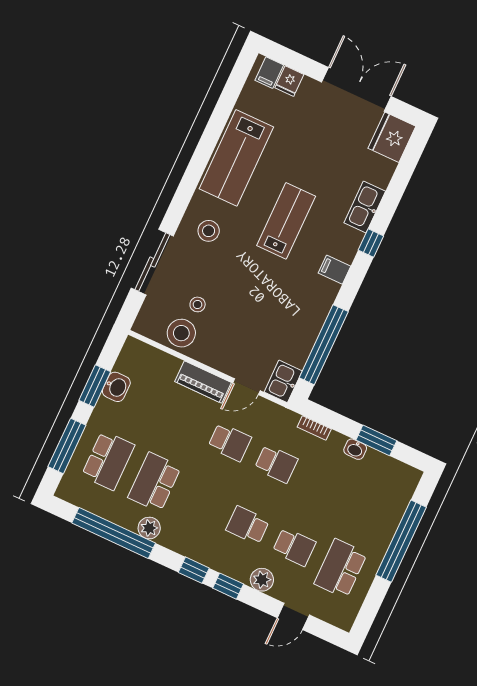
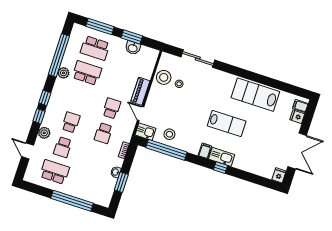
fridge: (392, 137) -> (279, 175), width x0.53, depth x0.75
kitchen sink: (365, 207) -> (222, 157), moved
stool: (209, 231) -> (169, 134), moved
school desk: (230, 442) -> (112, 108), turned 180

